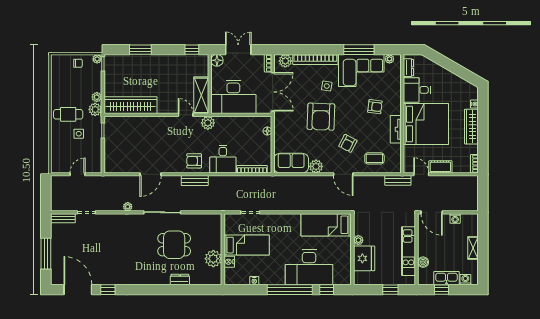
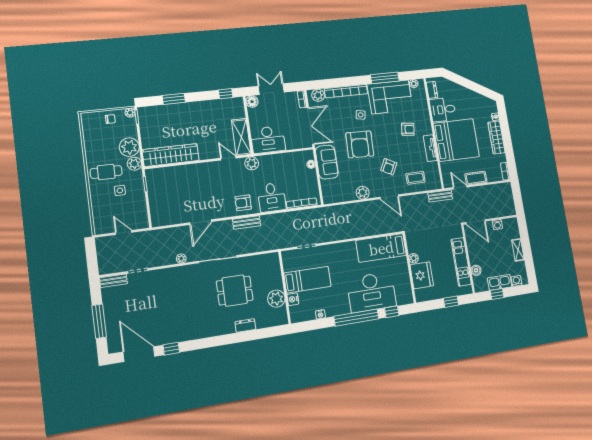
plant: (97, 97) -> (129, 147), width x1.88, depth x1.88
desk: (233, 97) -> (268, 140), width x0.73, depth x0.77
sofa: (291, 163) -> (327, 162), moved, turned 90
door: (77, 174) -> (124, 233), hinge flipped

